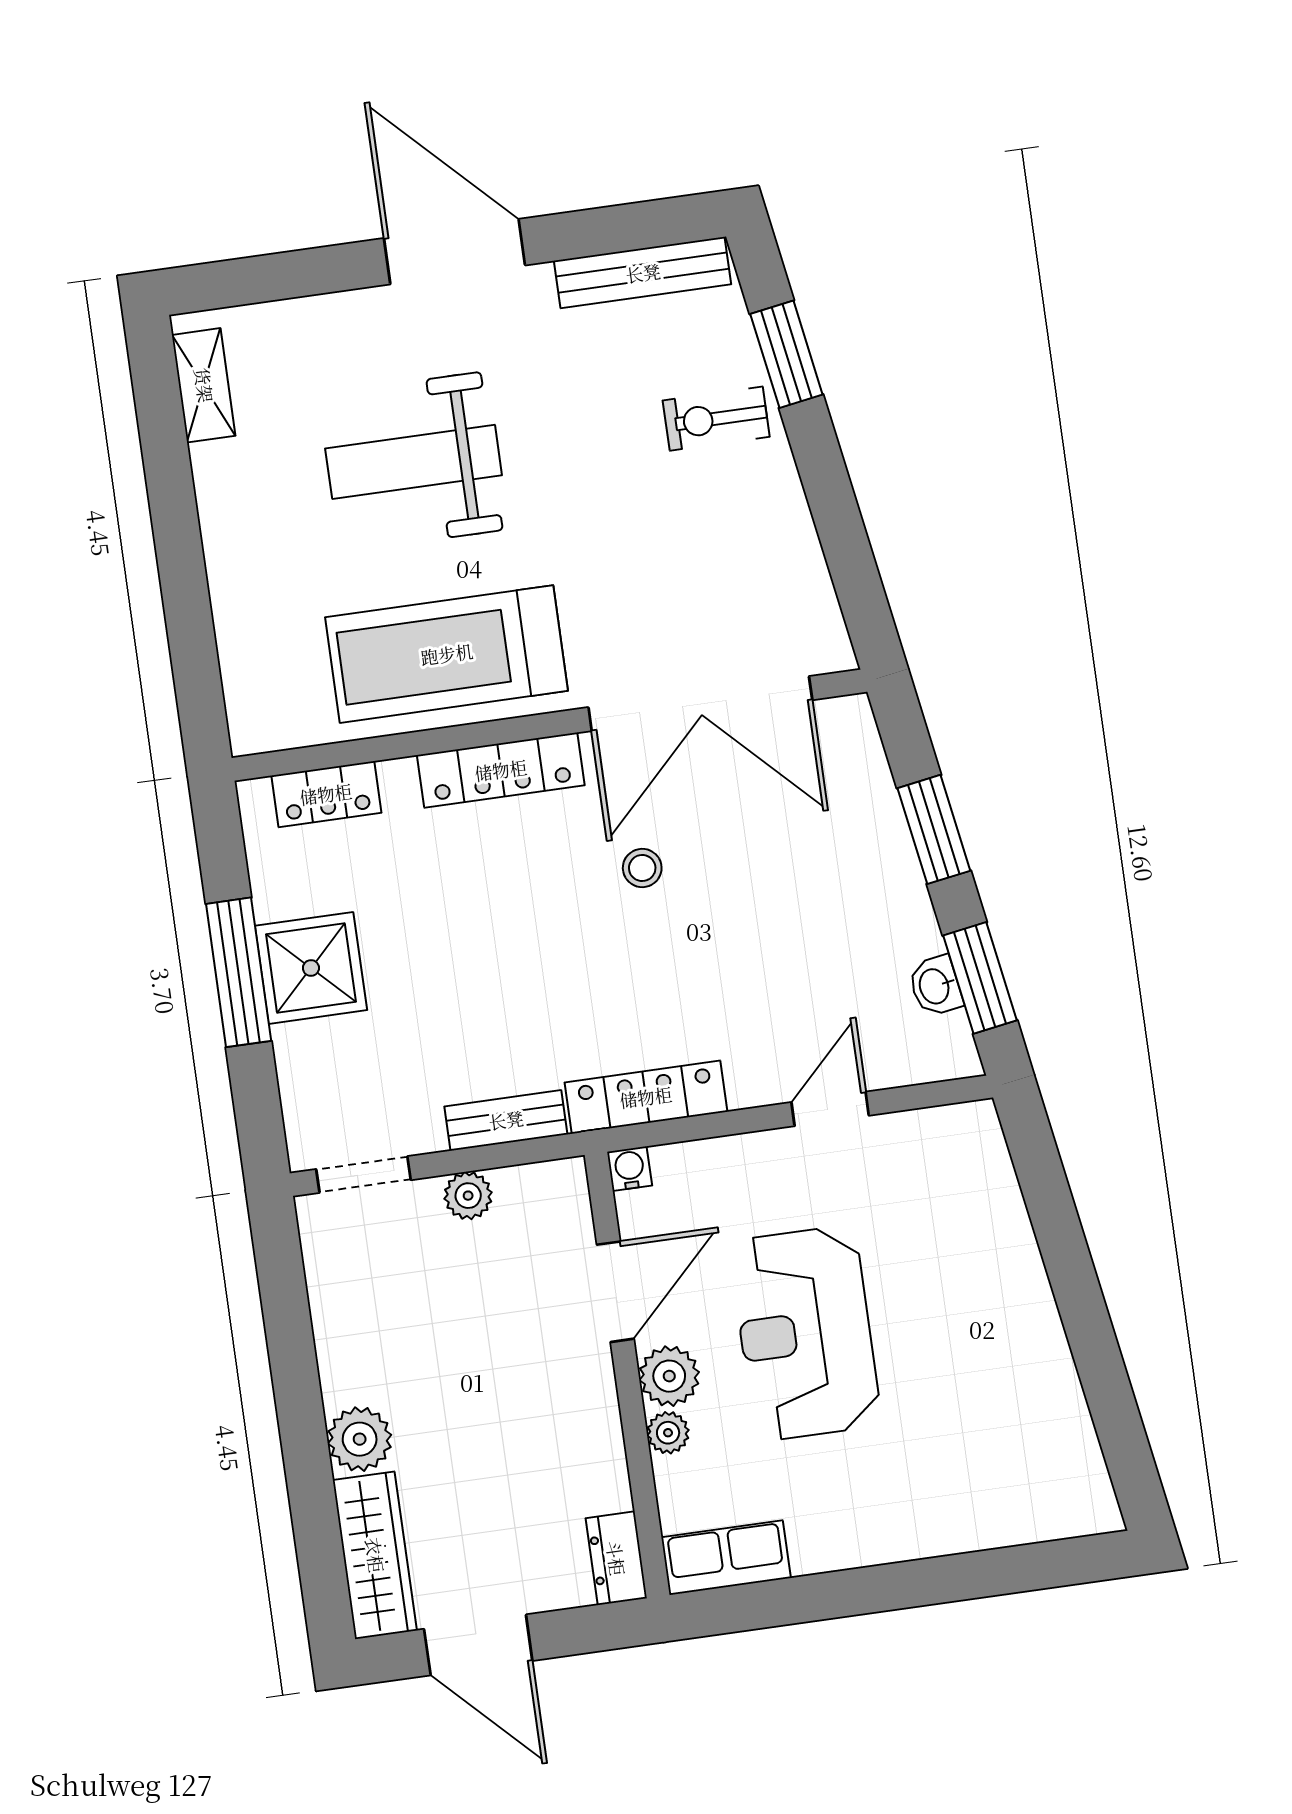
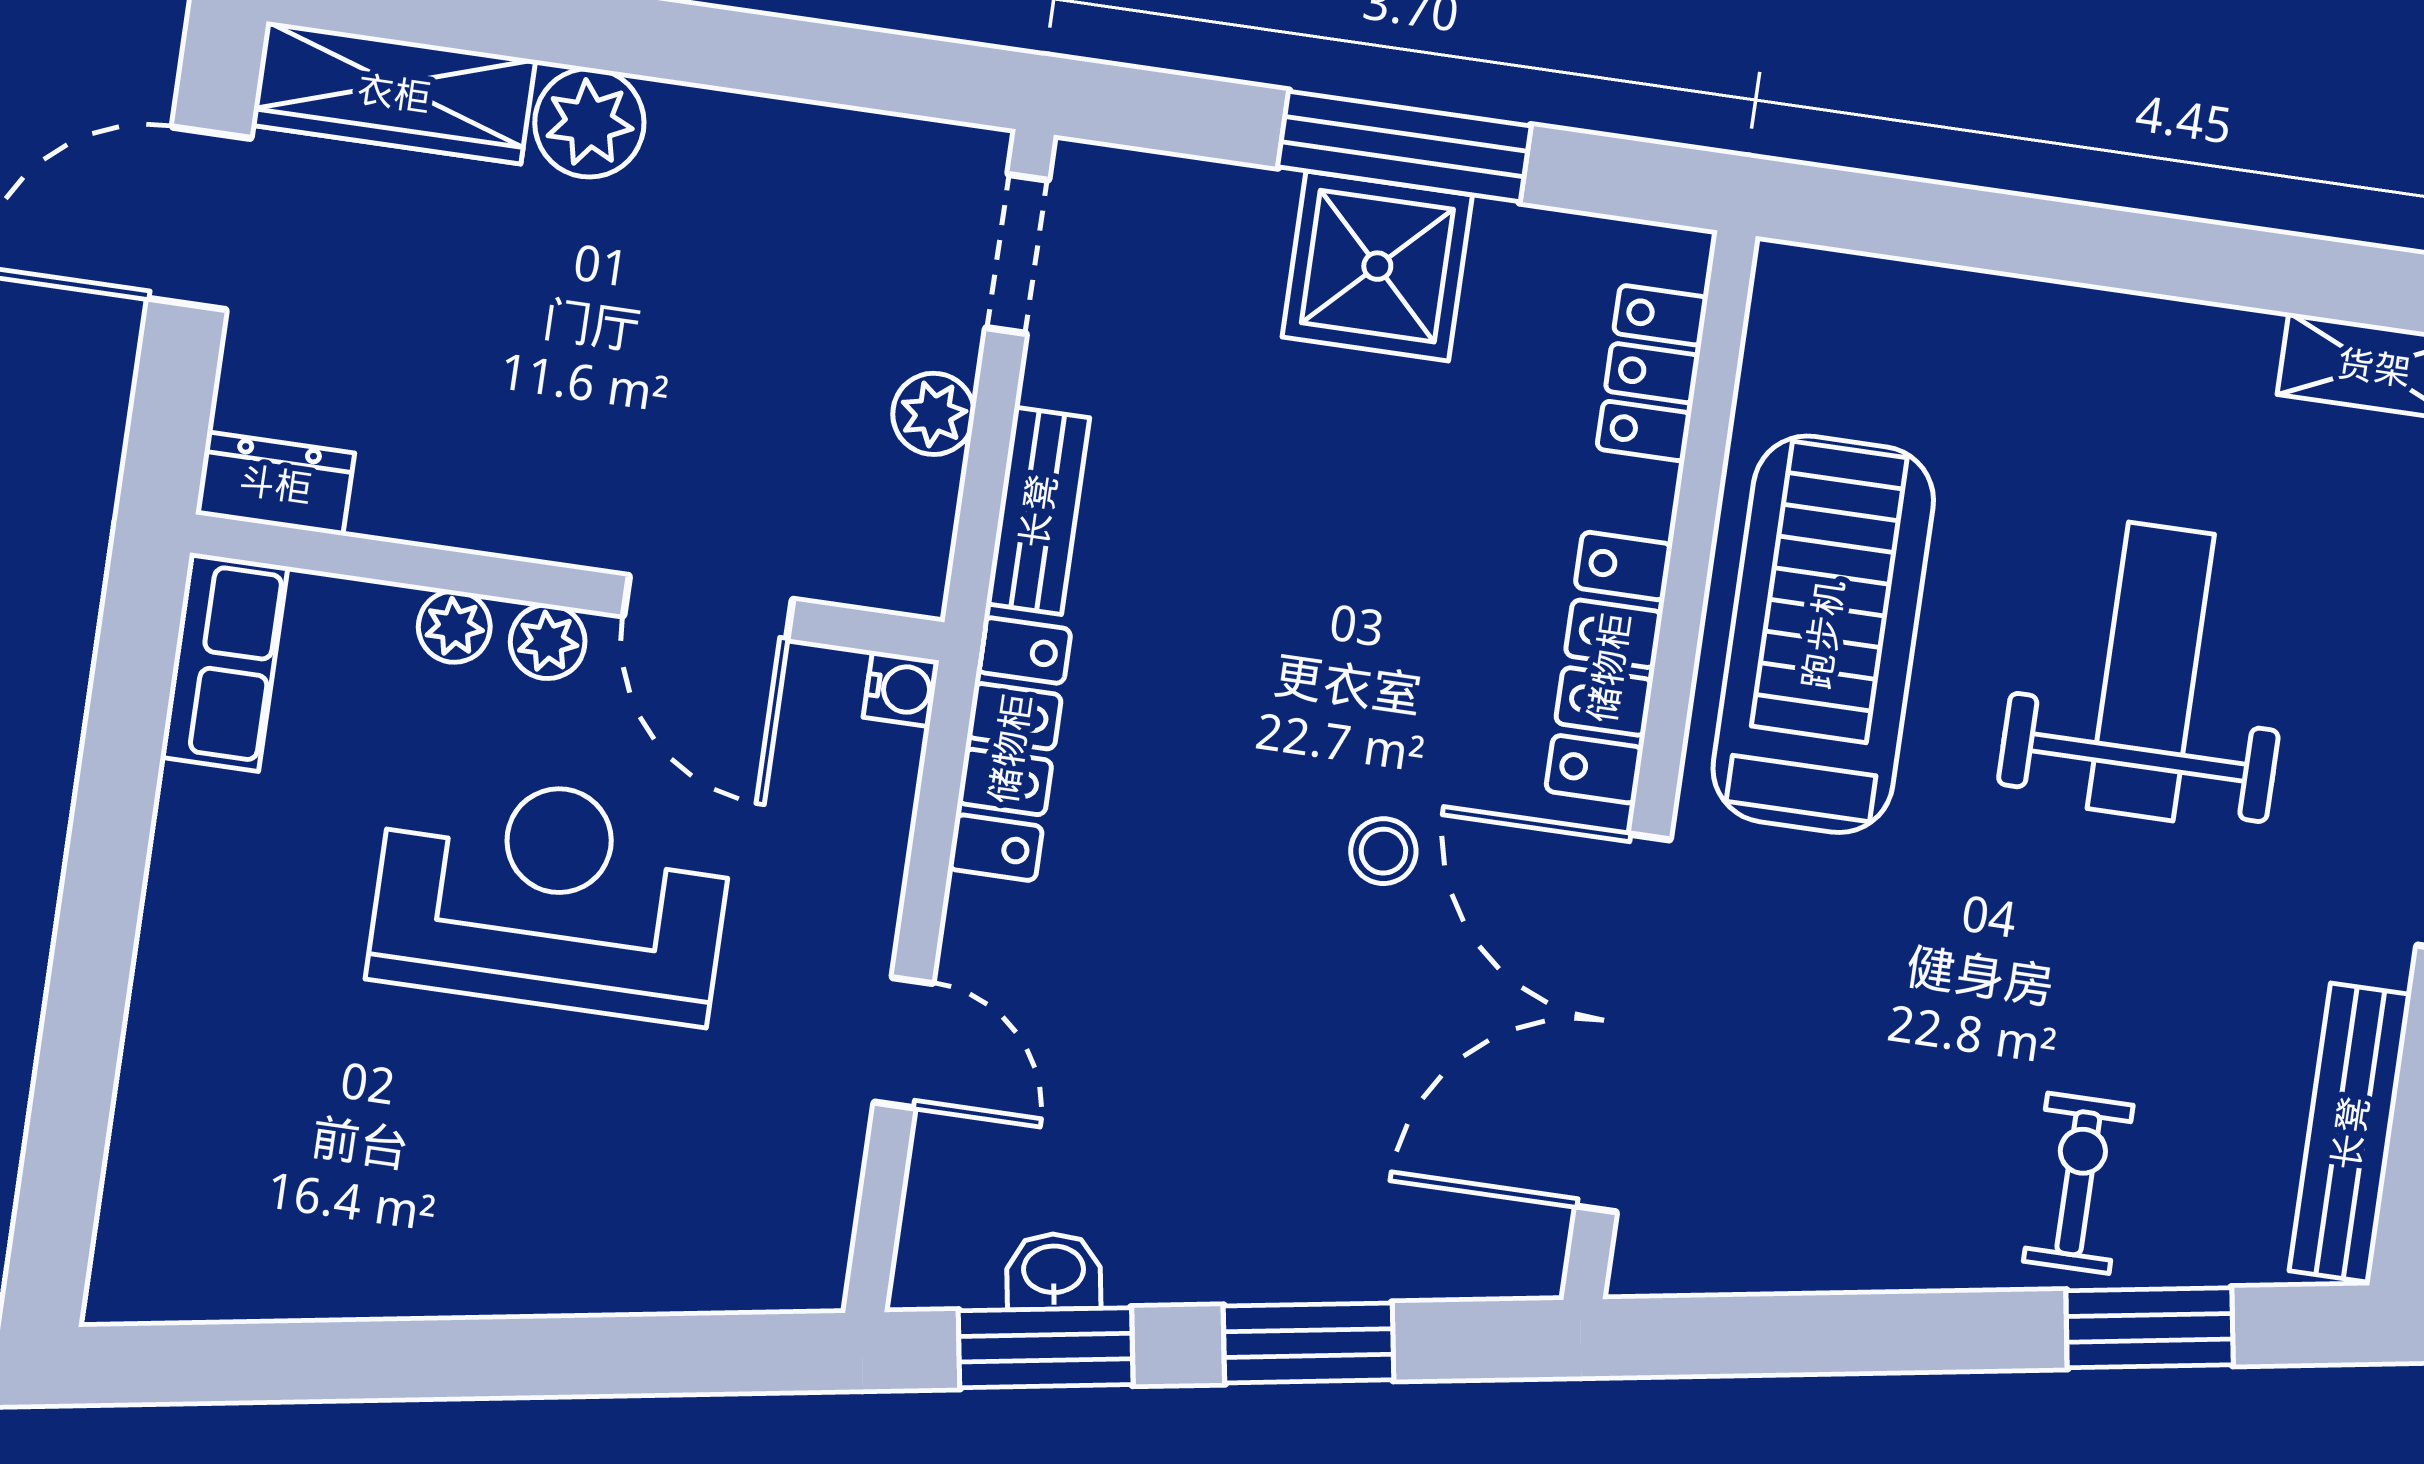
plant: (669, 1376) -> (548, 642), width x0.73, depth x0.73

